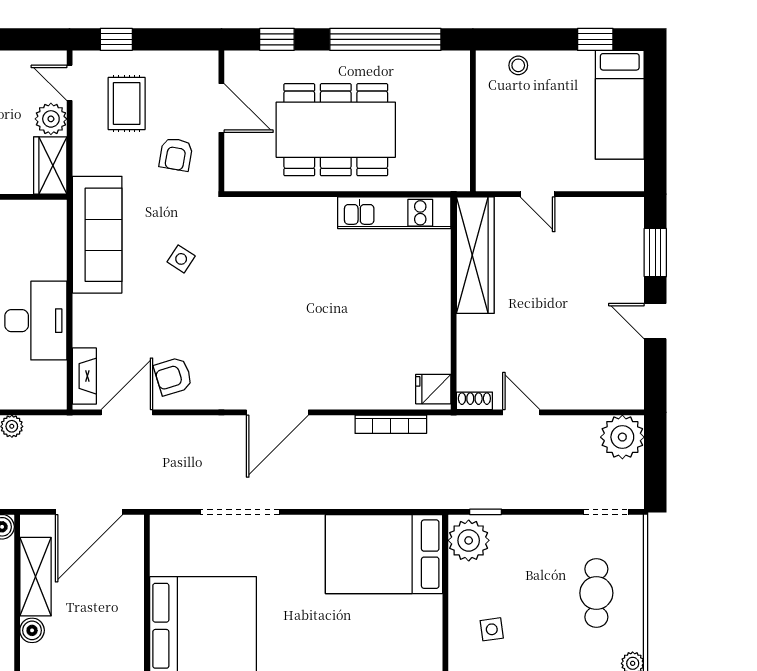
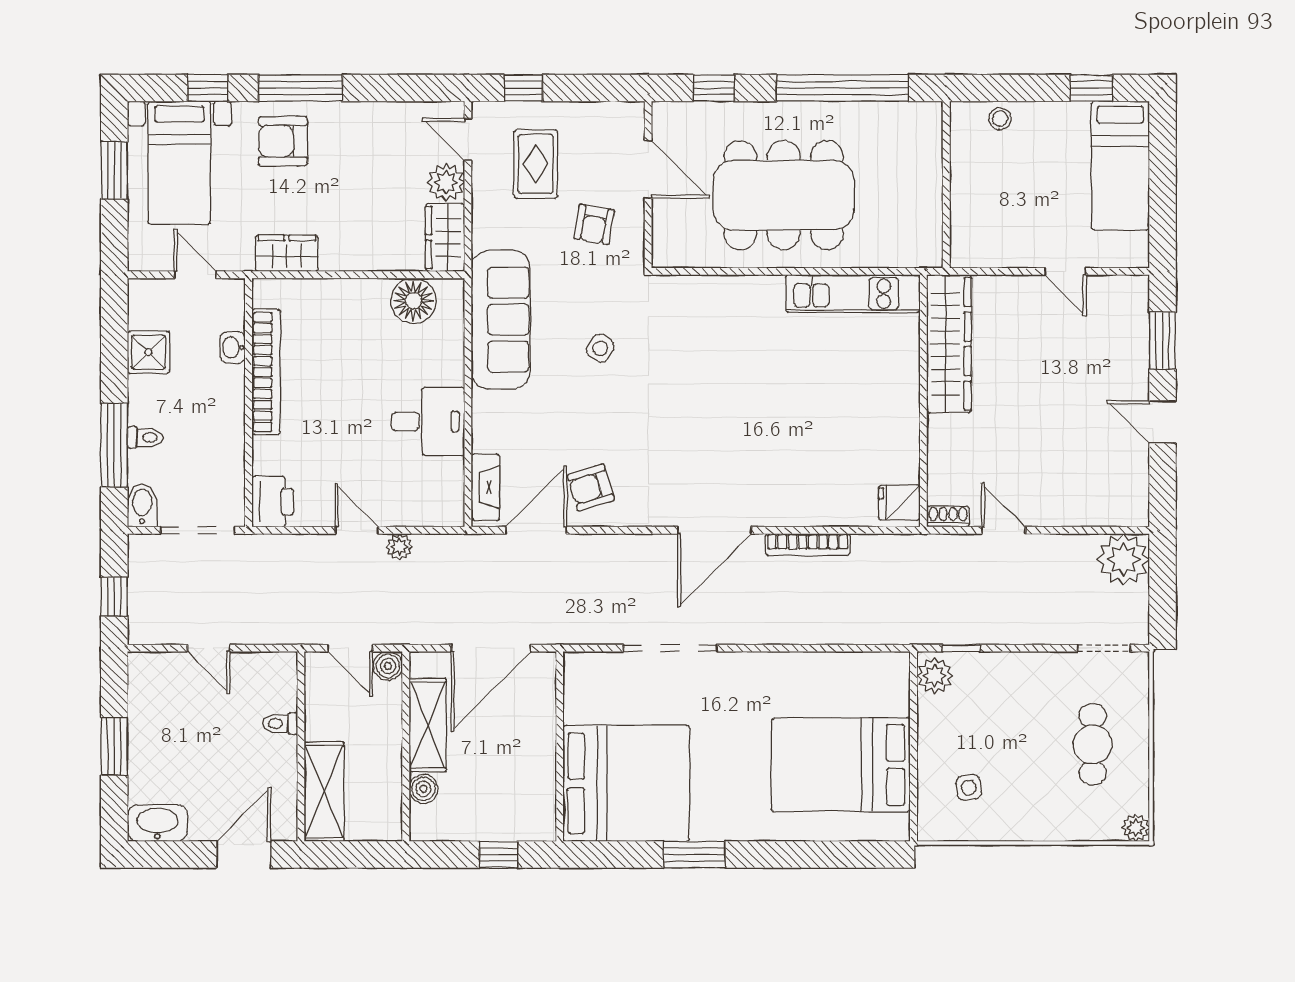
door: (538, 194) -> (1065, 271), moved
floor lamp: (24, 219) -> (413, 301), added
desk: (36, 321) -> (428, 421), width x0.73
bookcase: (391, 424) -> (808, 544), moved
plant: (469, 540) -> (935, 676), width x0.73, depth x0.73
bed: (384, 554) -> (841, 765), moved

